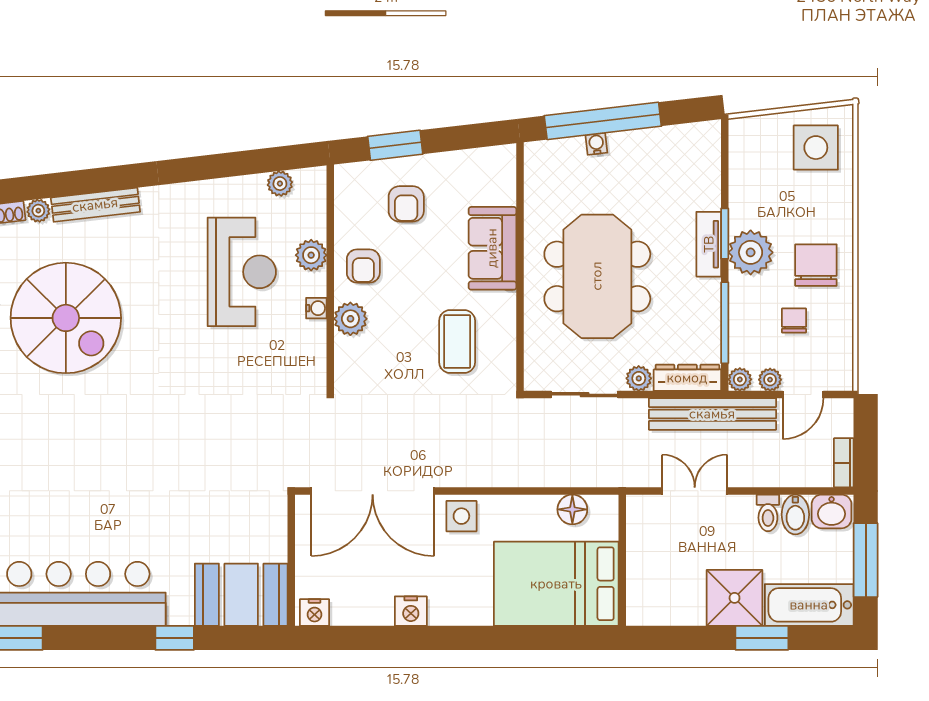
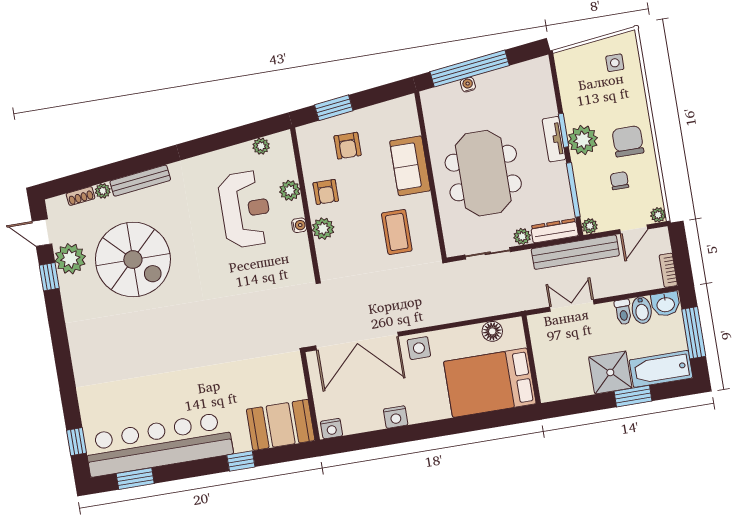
side table: (816, 148) -> (615, 63), width x0.54, depth x0.54
plant: (770, 380) -> (658, 215), moved

